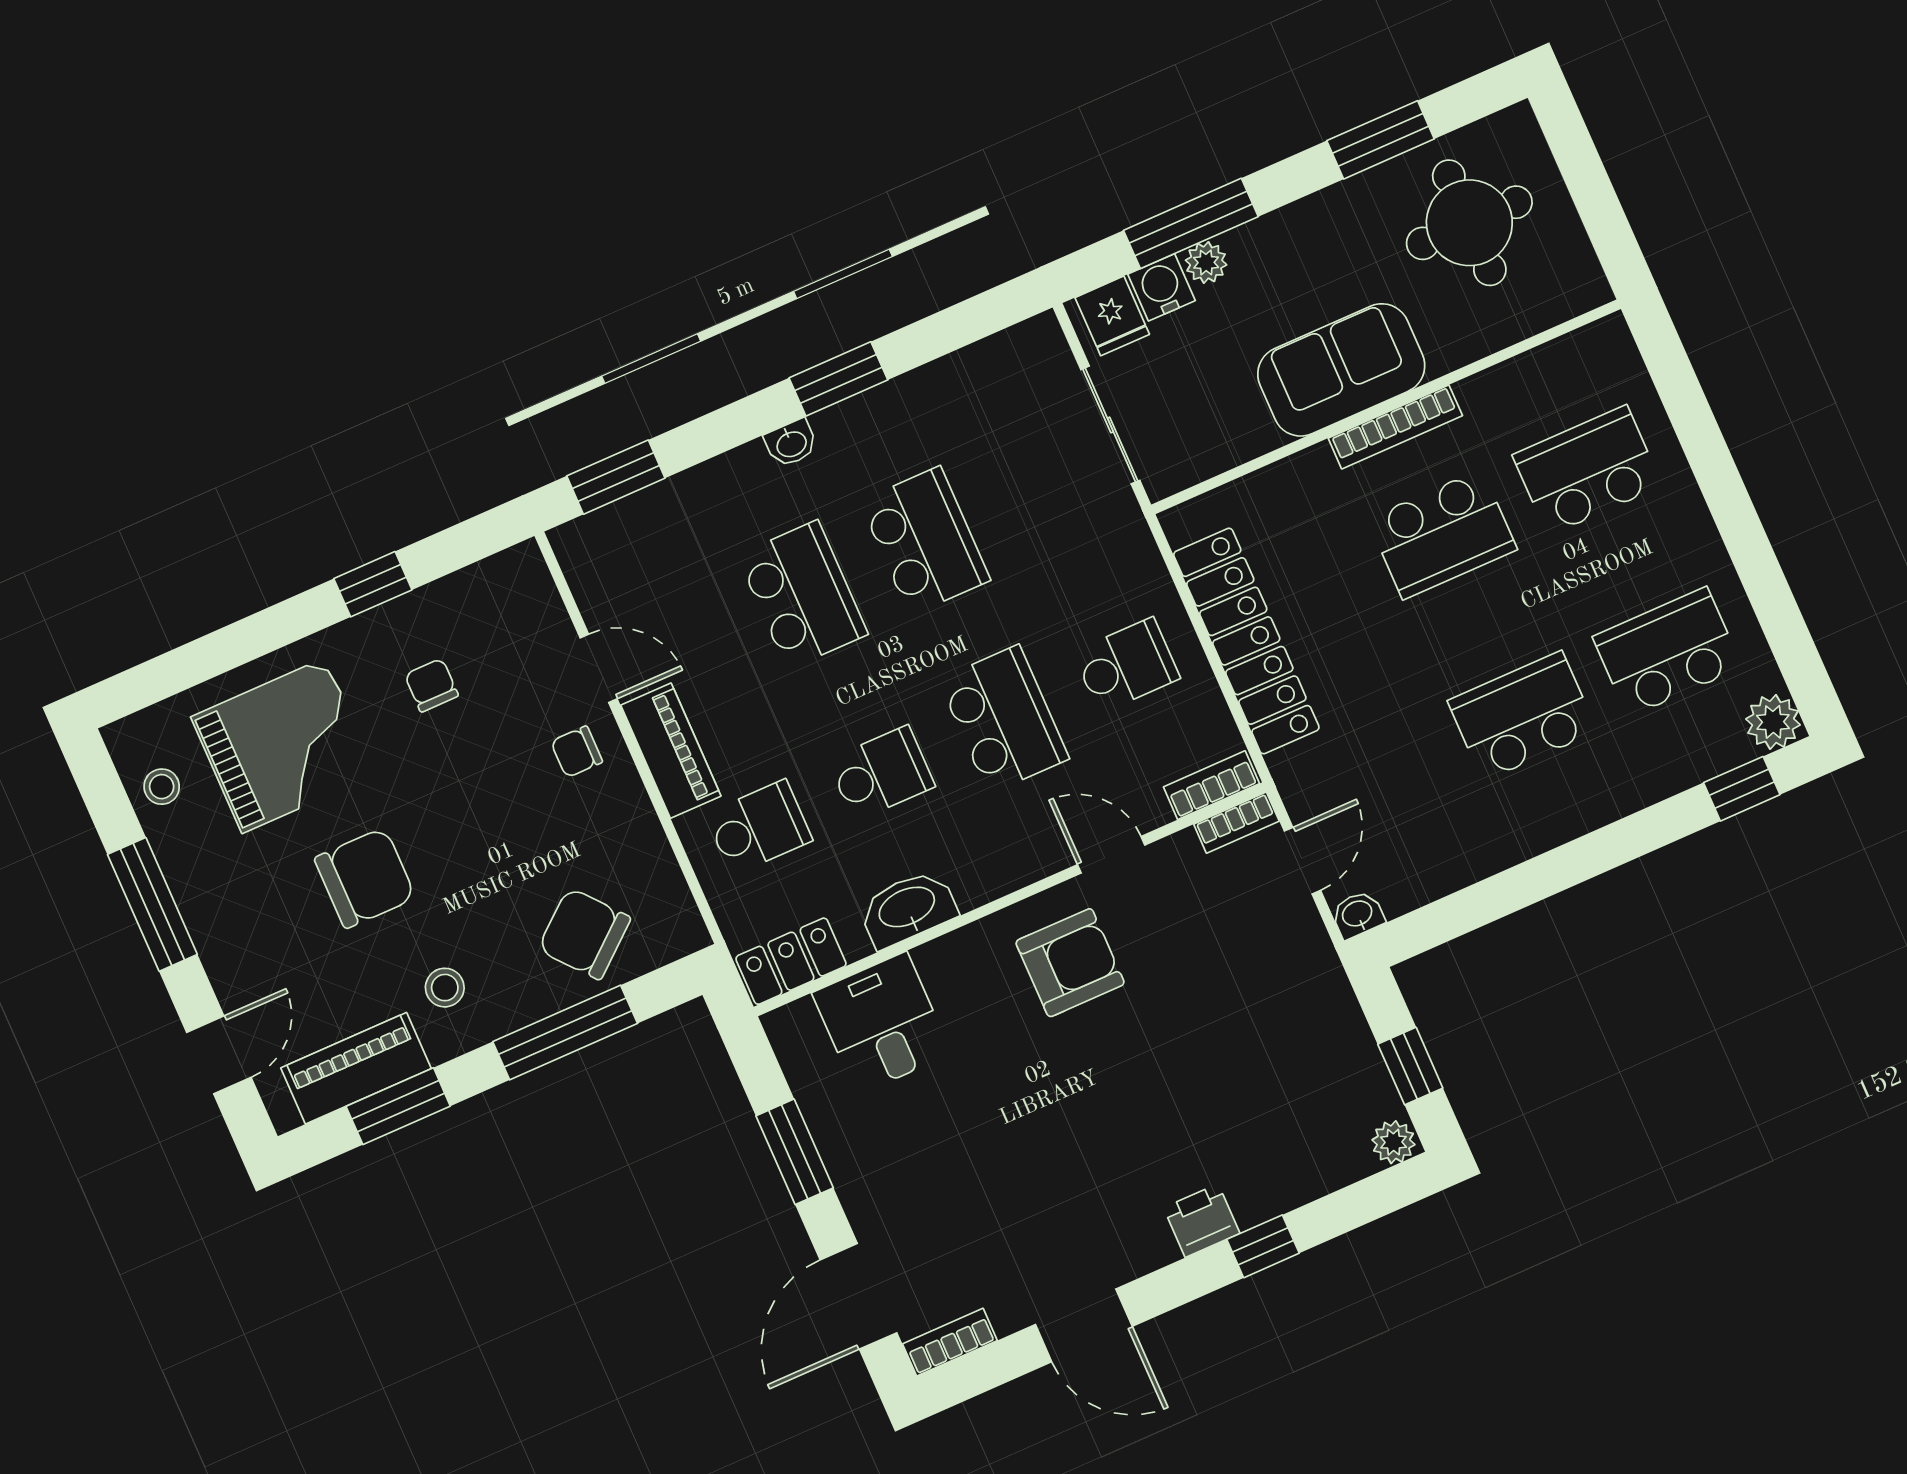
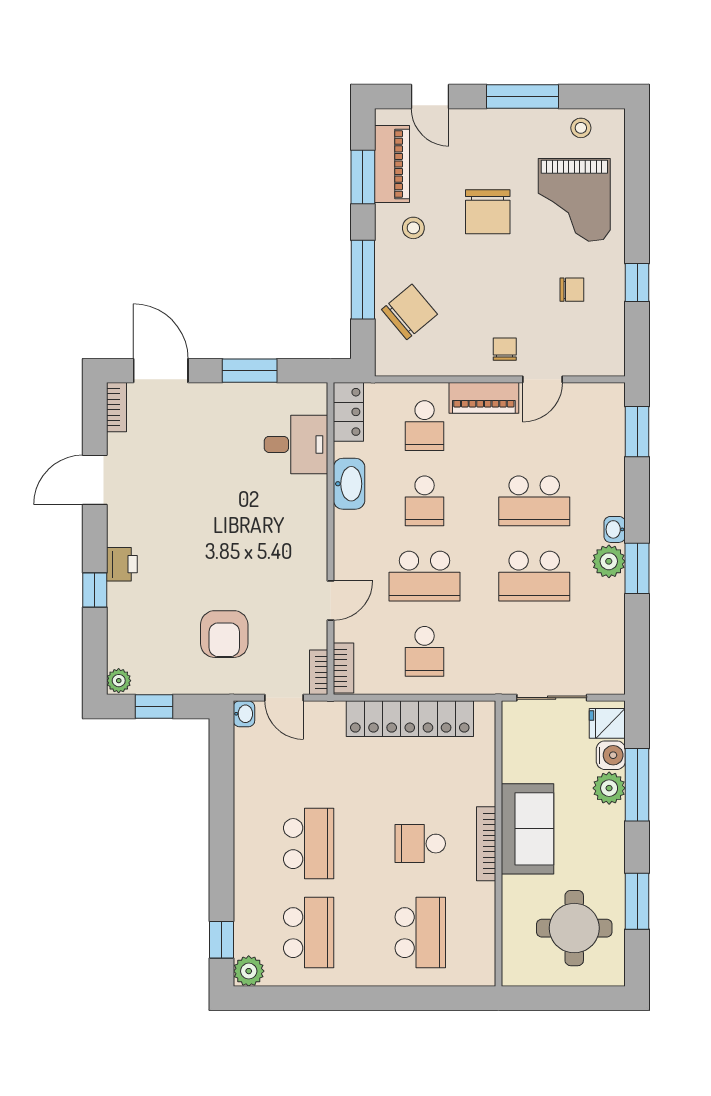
plant: (1206, 263) -> (609, 788), width x1.38, depth x1.38
plant: (847, 430) -> (609, 561), added
school desk: (1442, 534) -> (420, 844), width x0.54
armchair: (1070, 963) -> (224, 634), moved

